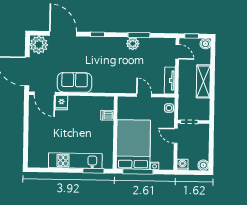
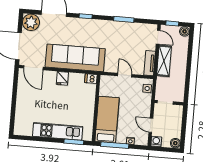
plant: (133, 44) -> (118, 27), removed
shelving: (203, 81) -> (164, 61), moved
sofa: (75, 82) -> (75, 58), width x1.85, depth x1.27
fridge: (62, 103) -> (62, 78), moved
dishwasher: (107, 115) -> (91, 79), moved
door: (176, 136) -> (151, 125), moved
bed: (133, 144) -> (107, 120), width x0.67

